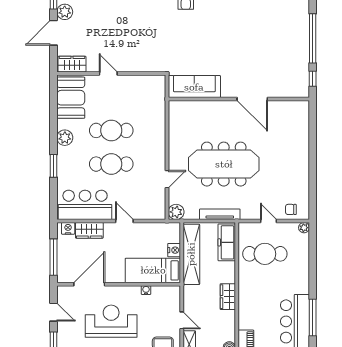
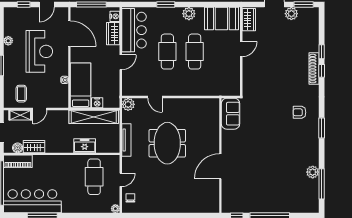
sofa: (194, 87) -> (231, 114), width x0.73
meeting table: (224, 164) -> (167, 143), width x0.73
freezer: (227, 242) -> (85, 146), moved, width x0.71
wardrobe: (228, 297) -> (34, 147), moved

